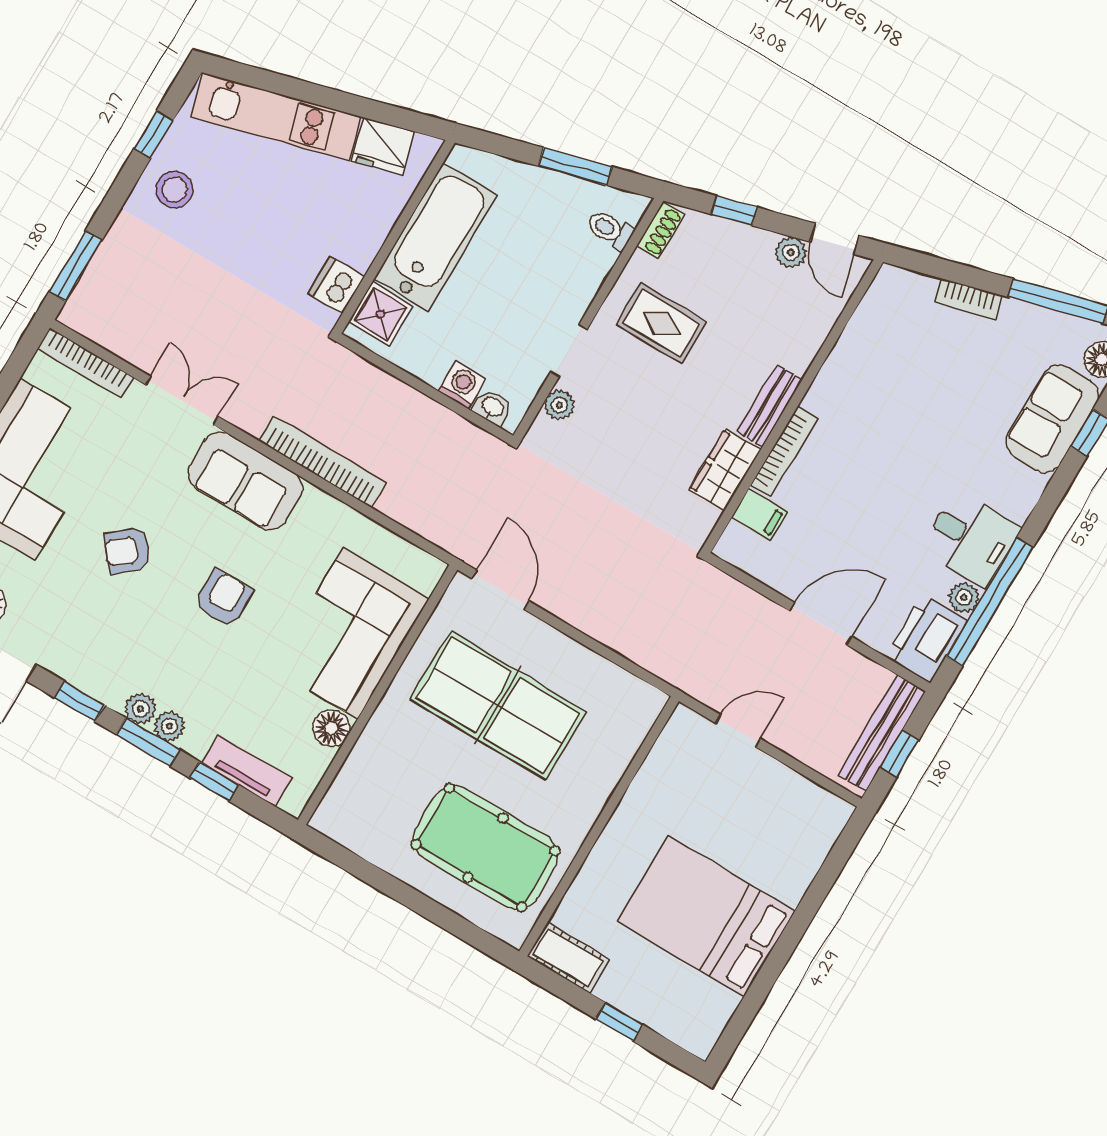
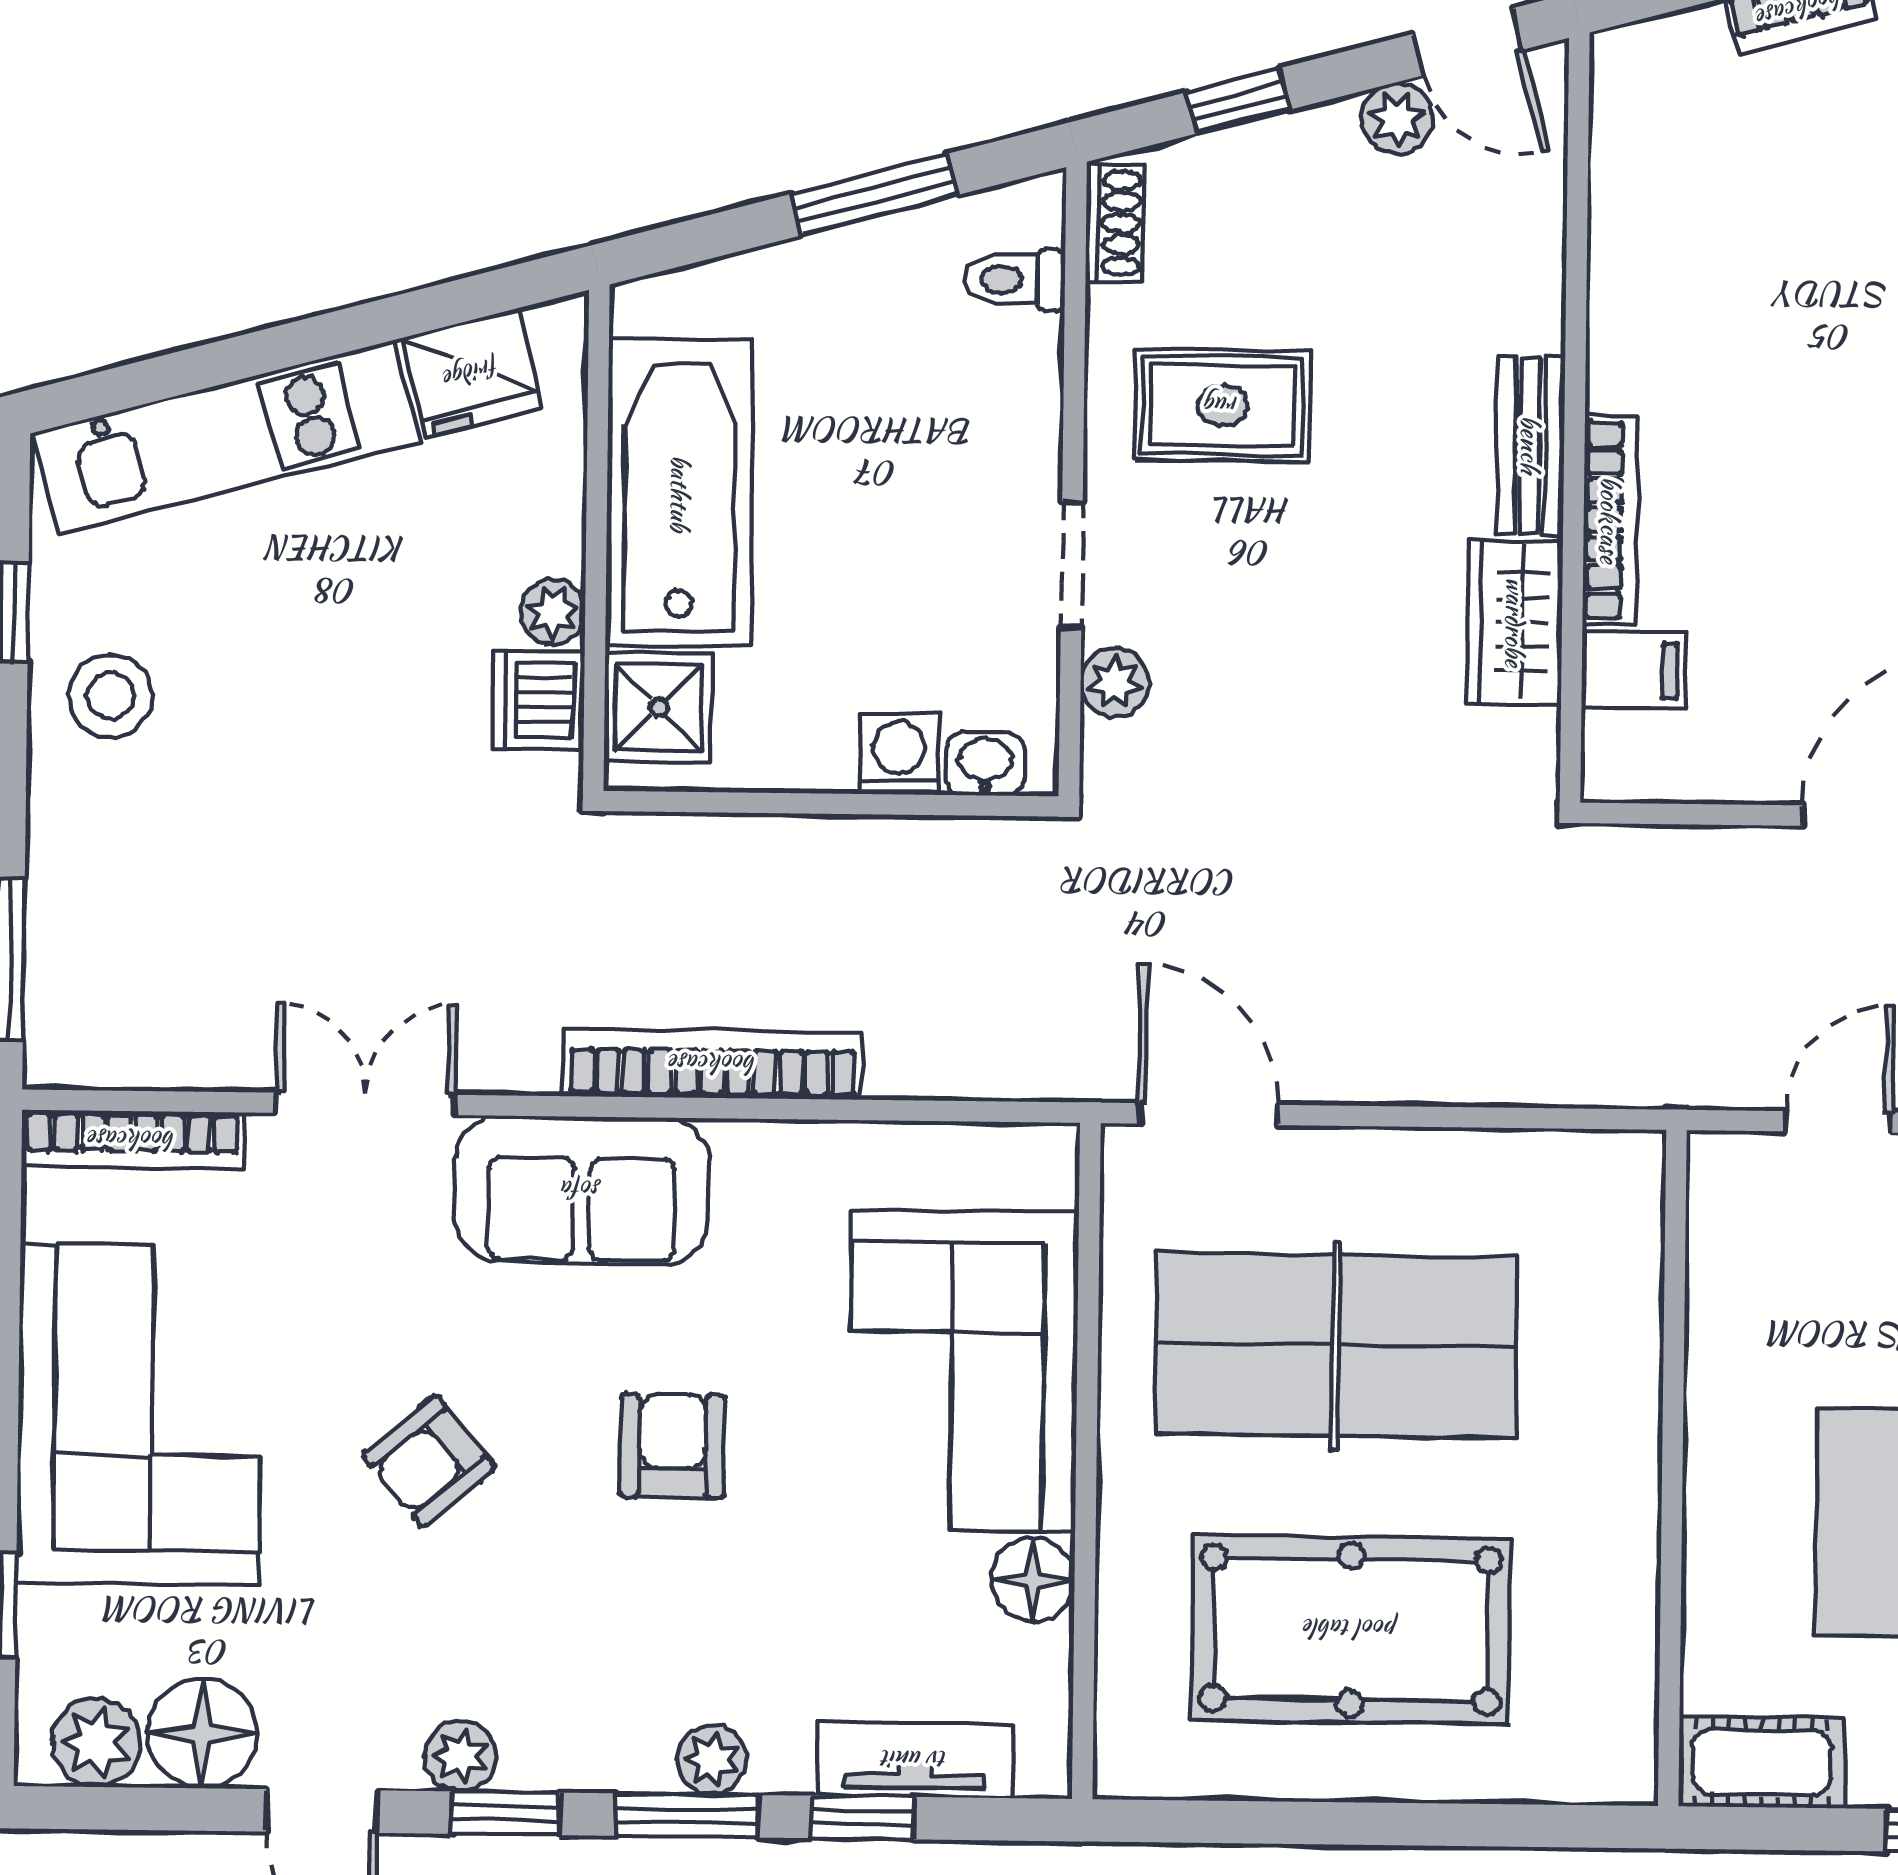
plant: (361, 255) -> (553, 612), added
plant: (141, 709) -> (460, 1756), moved
pool table: (486, 848) -> (1351, 1629), moved

